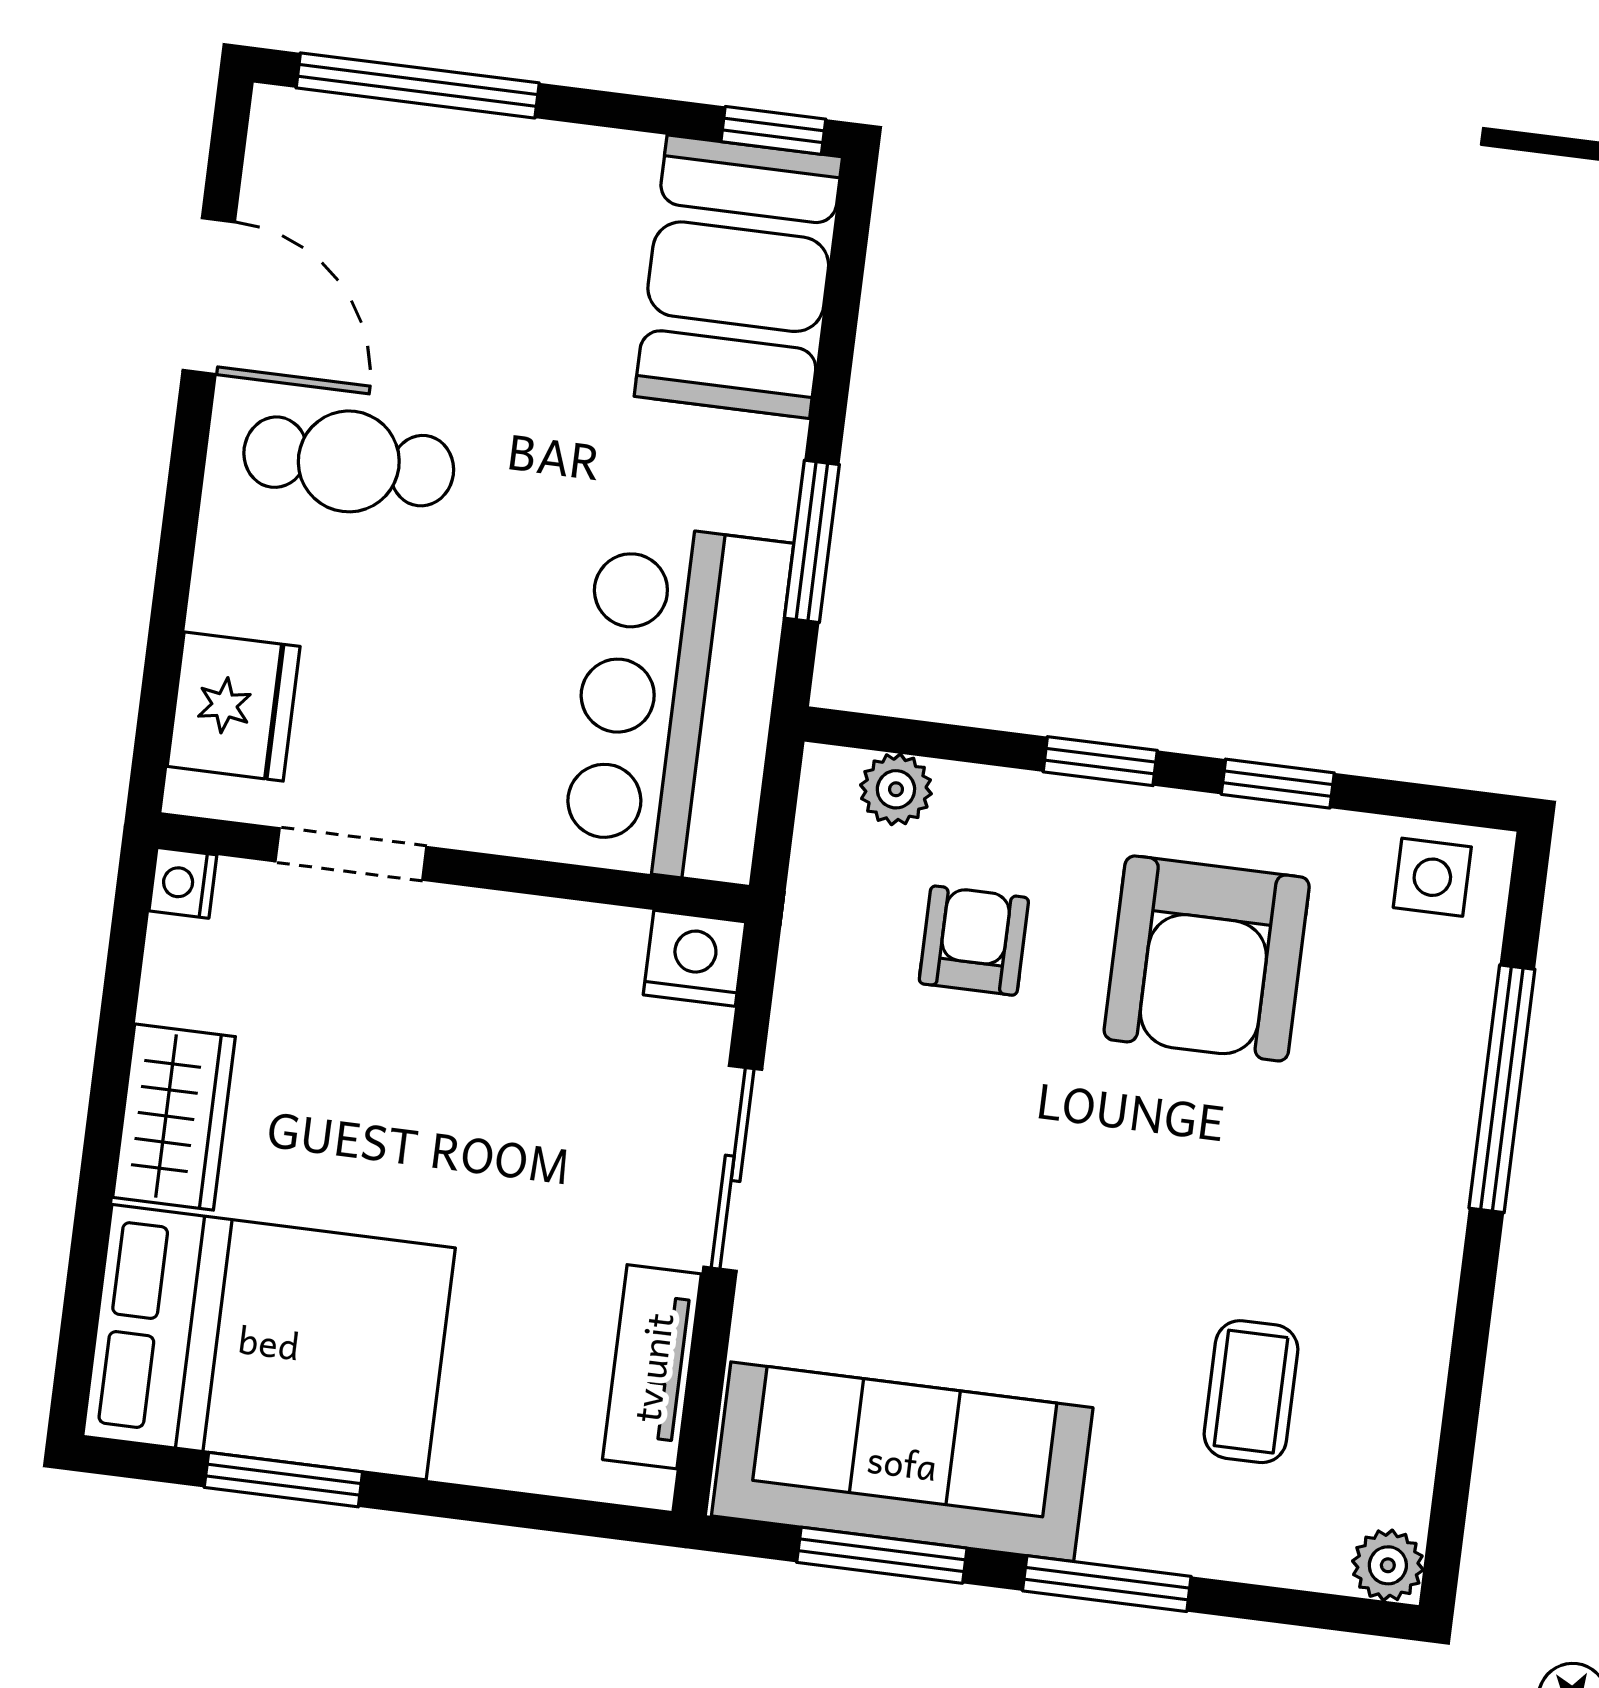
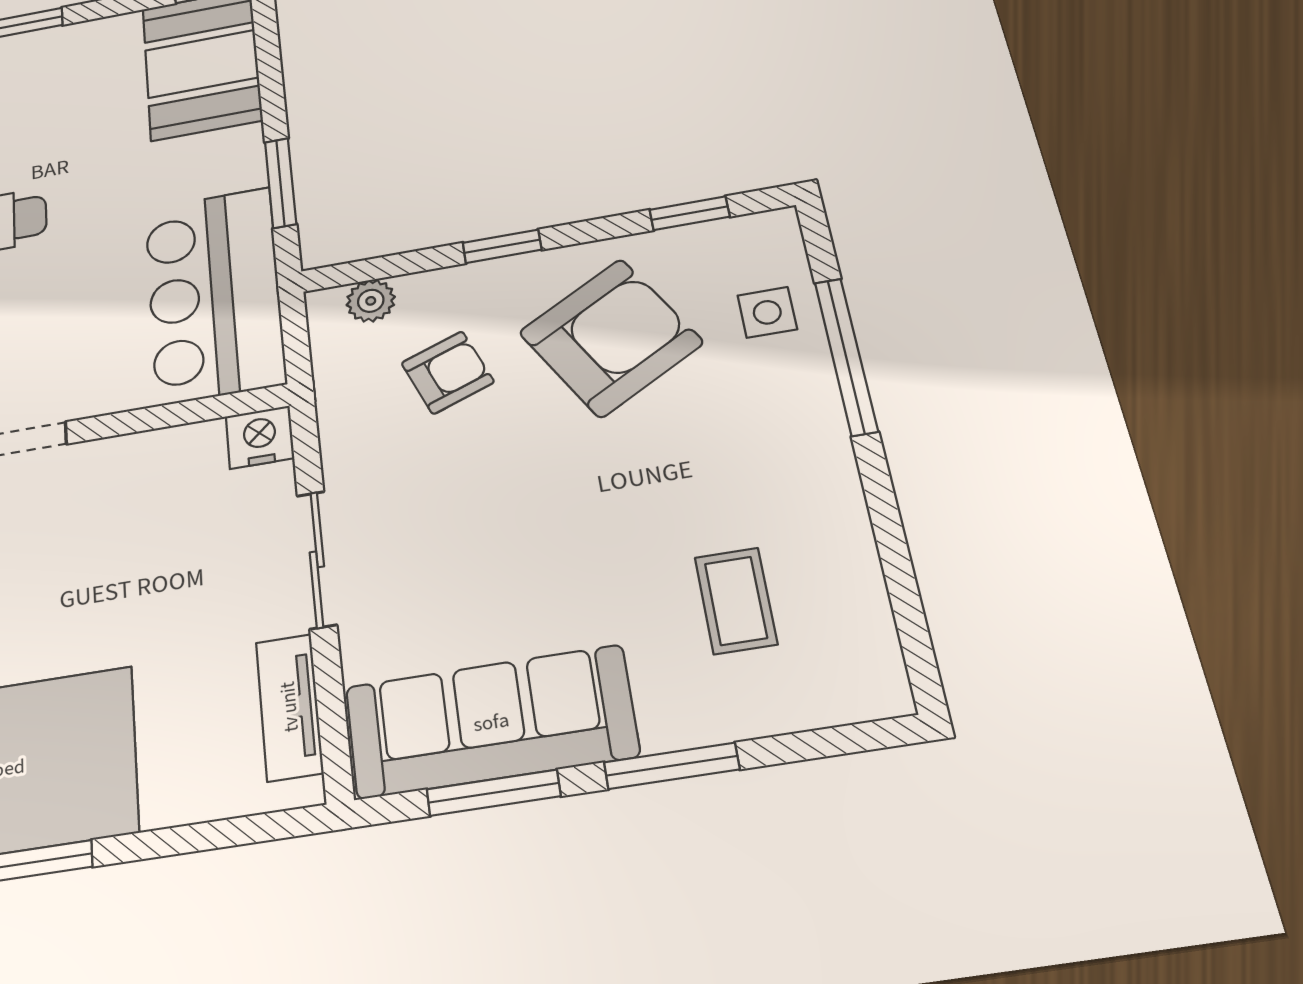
window: (1278, 784) -> (690, 213), moved
side table: (1432, 877) -> (767, 312), moved
armchair: (974, 941) -> (448, 372), turned 69
armchair: (1207, 958) -> (611, 337), turned -120
plant: (1388, 1565) -> (884, 693), removed

